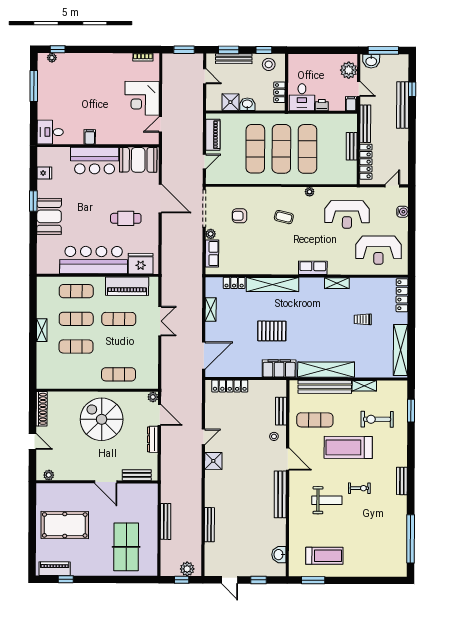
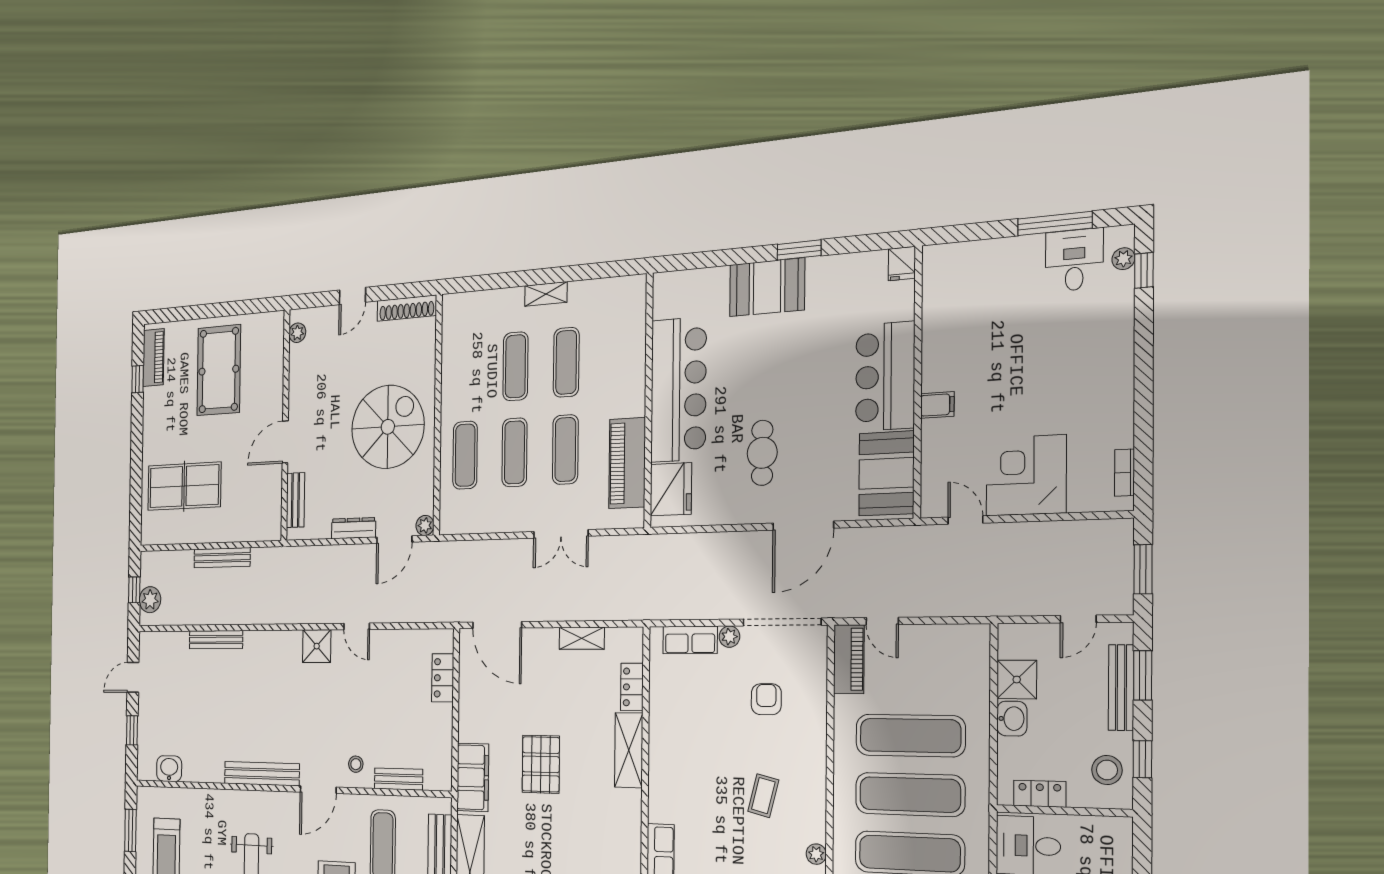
desk: (50, 132) -> (1074, 260), moved
piano: (213, 135) -> (849, 659), moved, turned -90
filing cabinet: (90, 137) -> (937, 405), moved
fridge: (44, 173) -> (902, 264), moved
shelving: (272, 284) -> (629, 750), width x0.68
exercise mat: (76, 291) -> (515, 452), moved
locker: (230, 386) -> (443, 678), width x0.66

